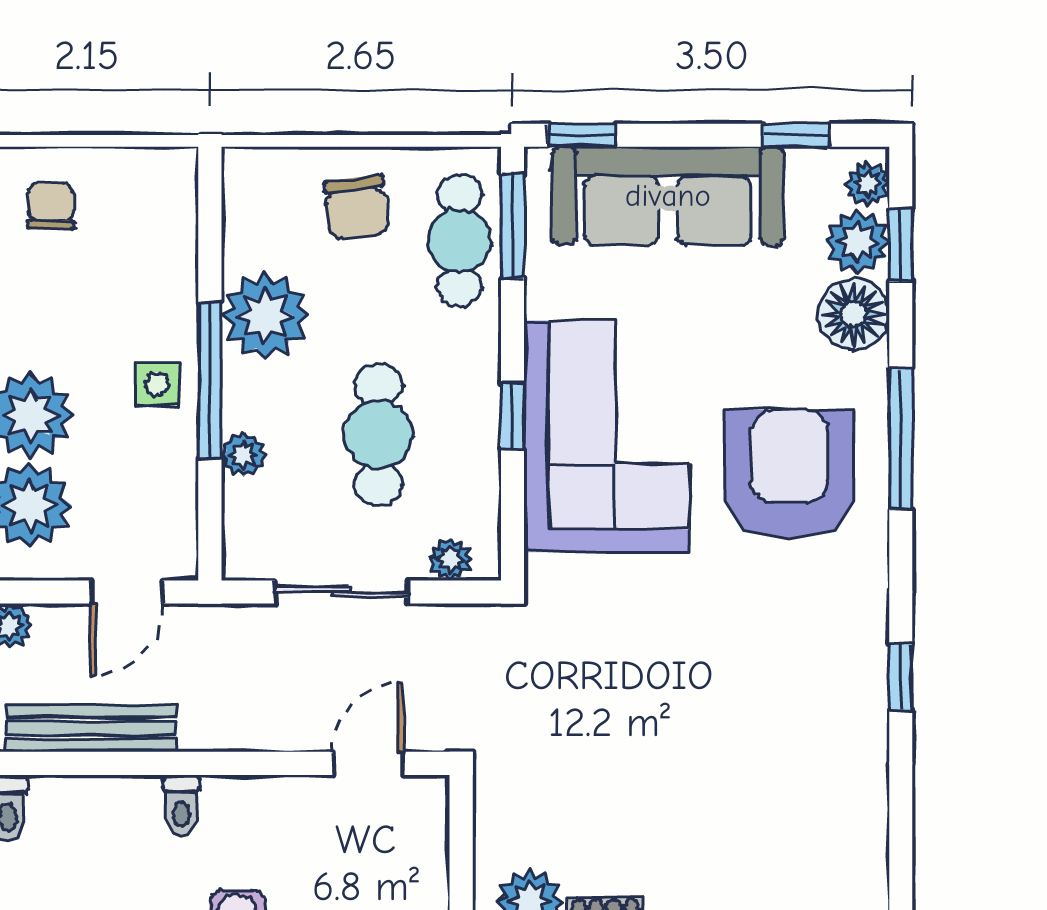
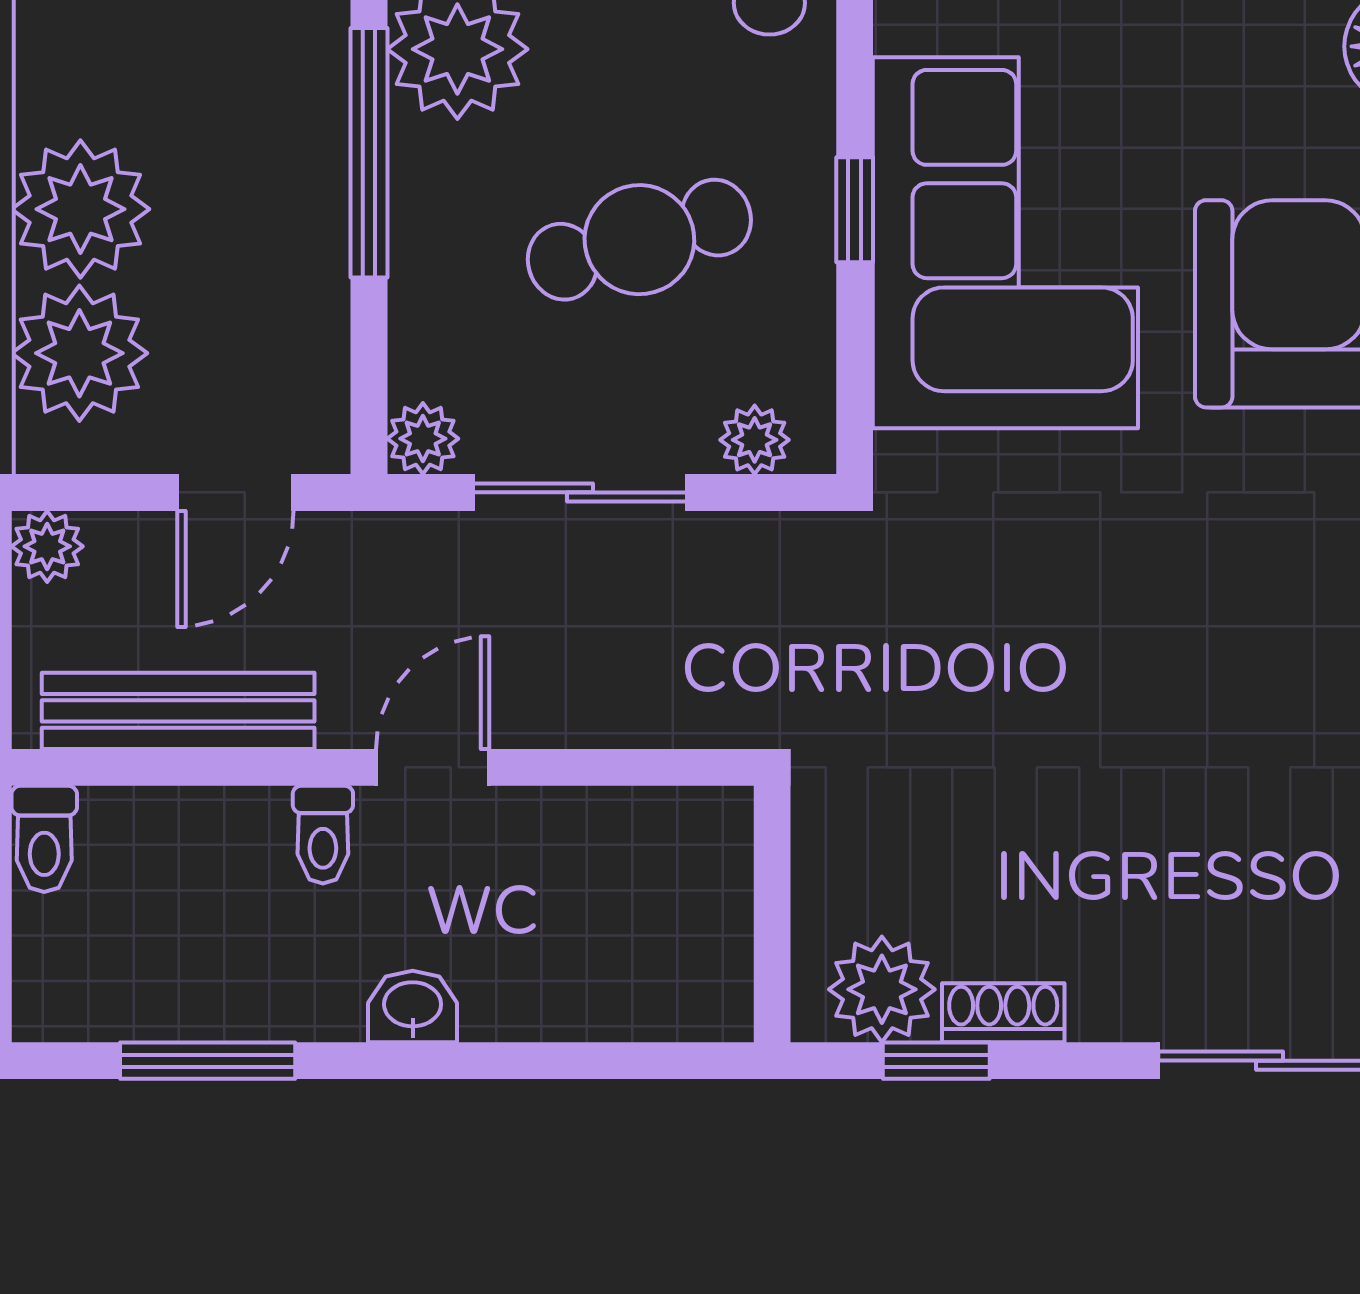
side table: (157, 384) -> (284, 158), removed
cafe table: (378, 434) -> (639, 240), turned 74
plant: (244, 455) -> (423, 439), moved
door: (368, 763) -> (433, 767), moved

